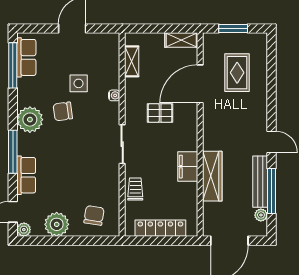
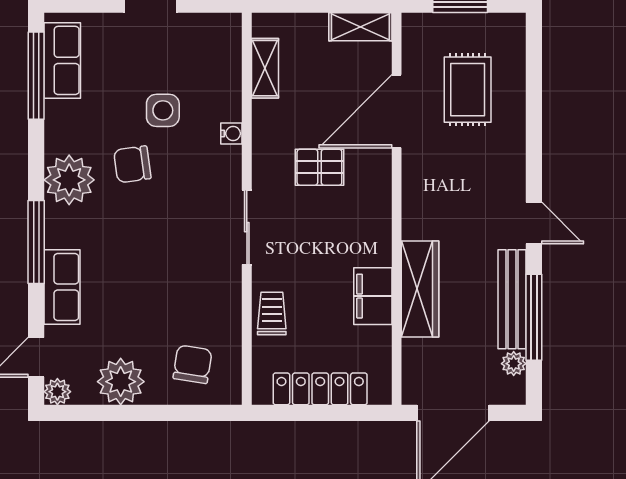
filing cabinet: (188, 167) -> (373, 296), moved

